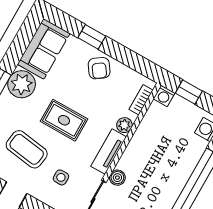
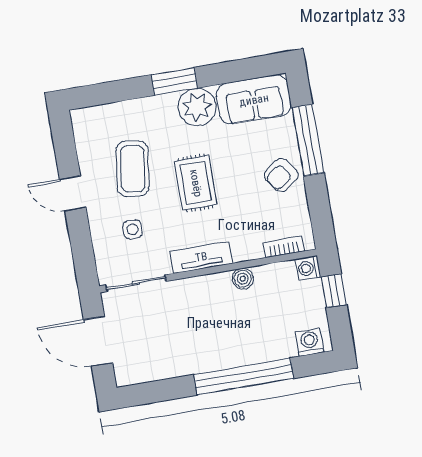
window: (92, 37) -> (308, 140), width x2.17
plant: (124, 125) -> (243, 251), removed
boiler: (117, 178) -> (243, 279), moved

